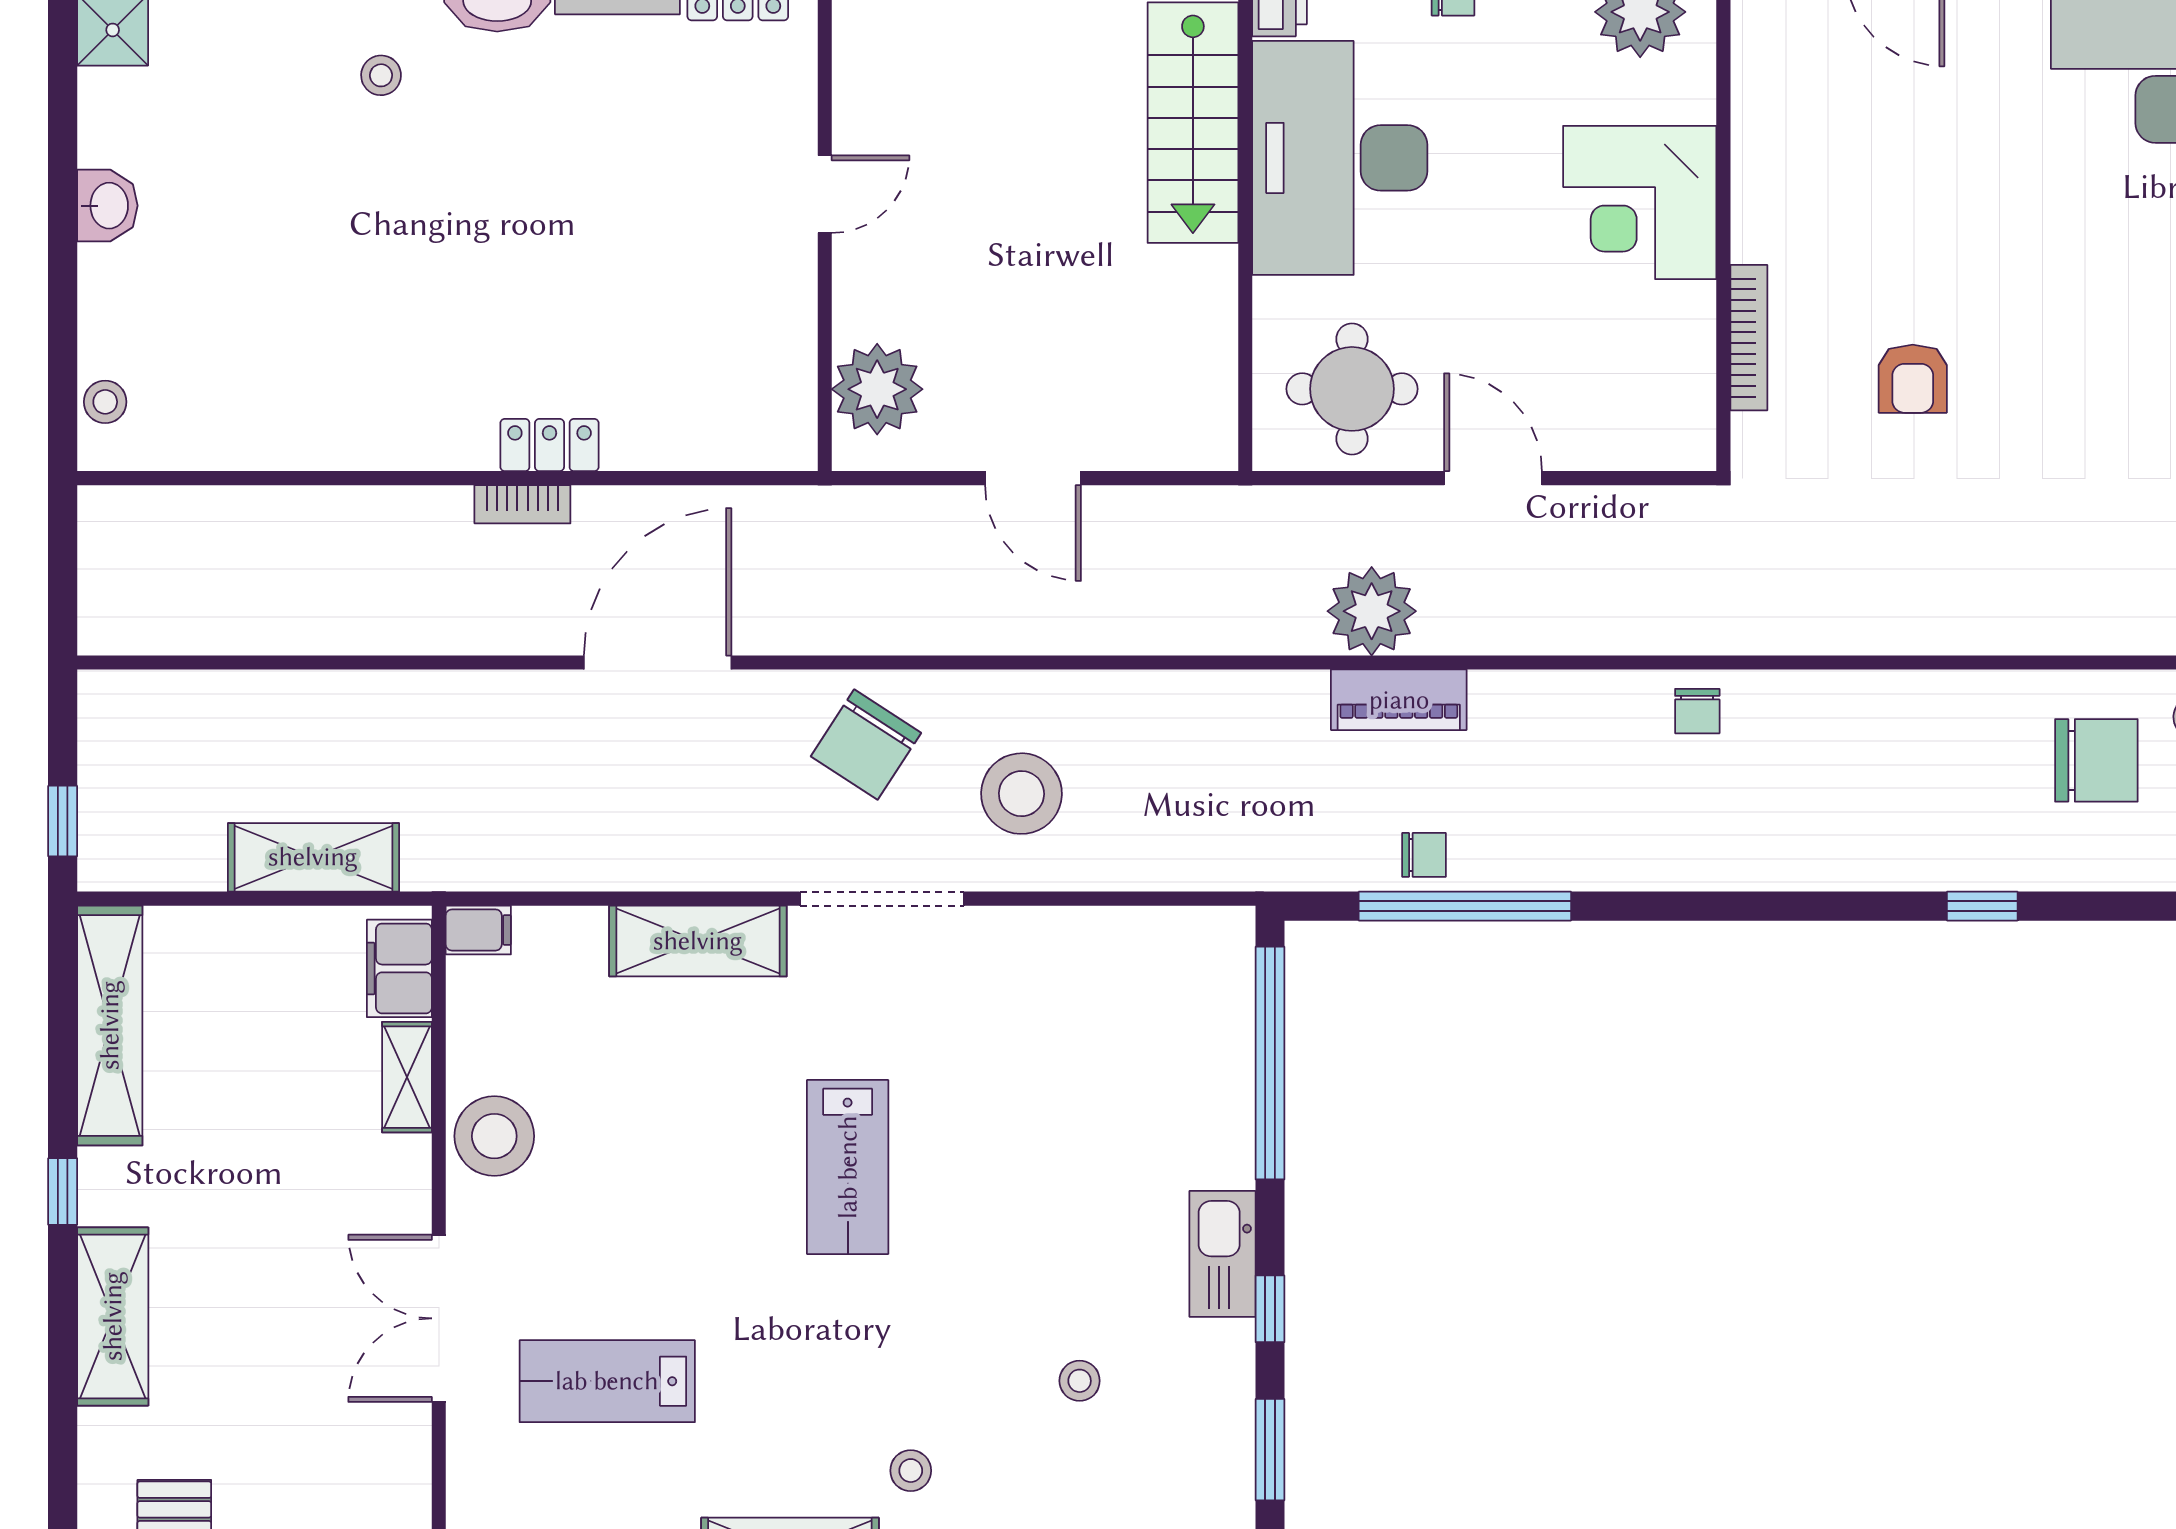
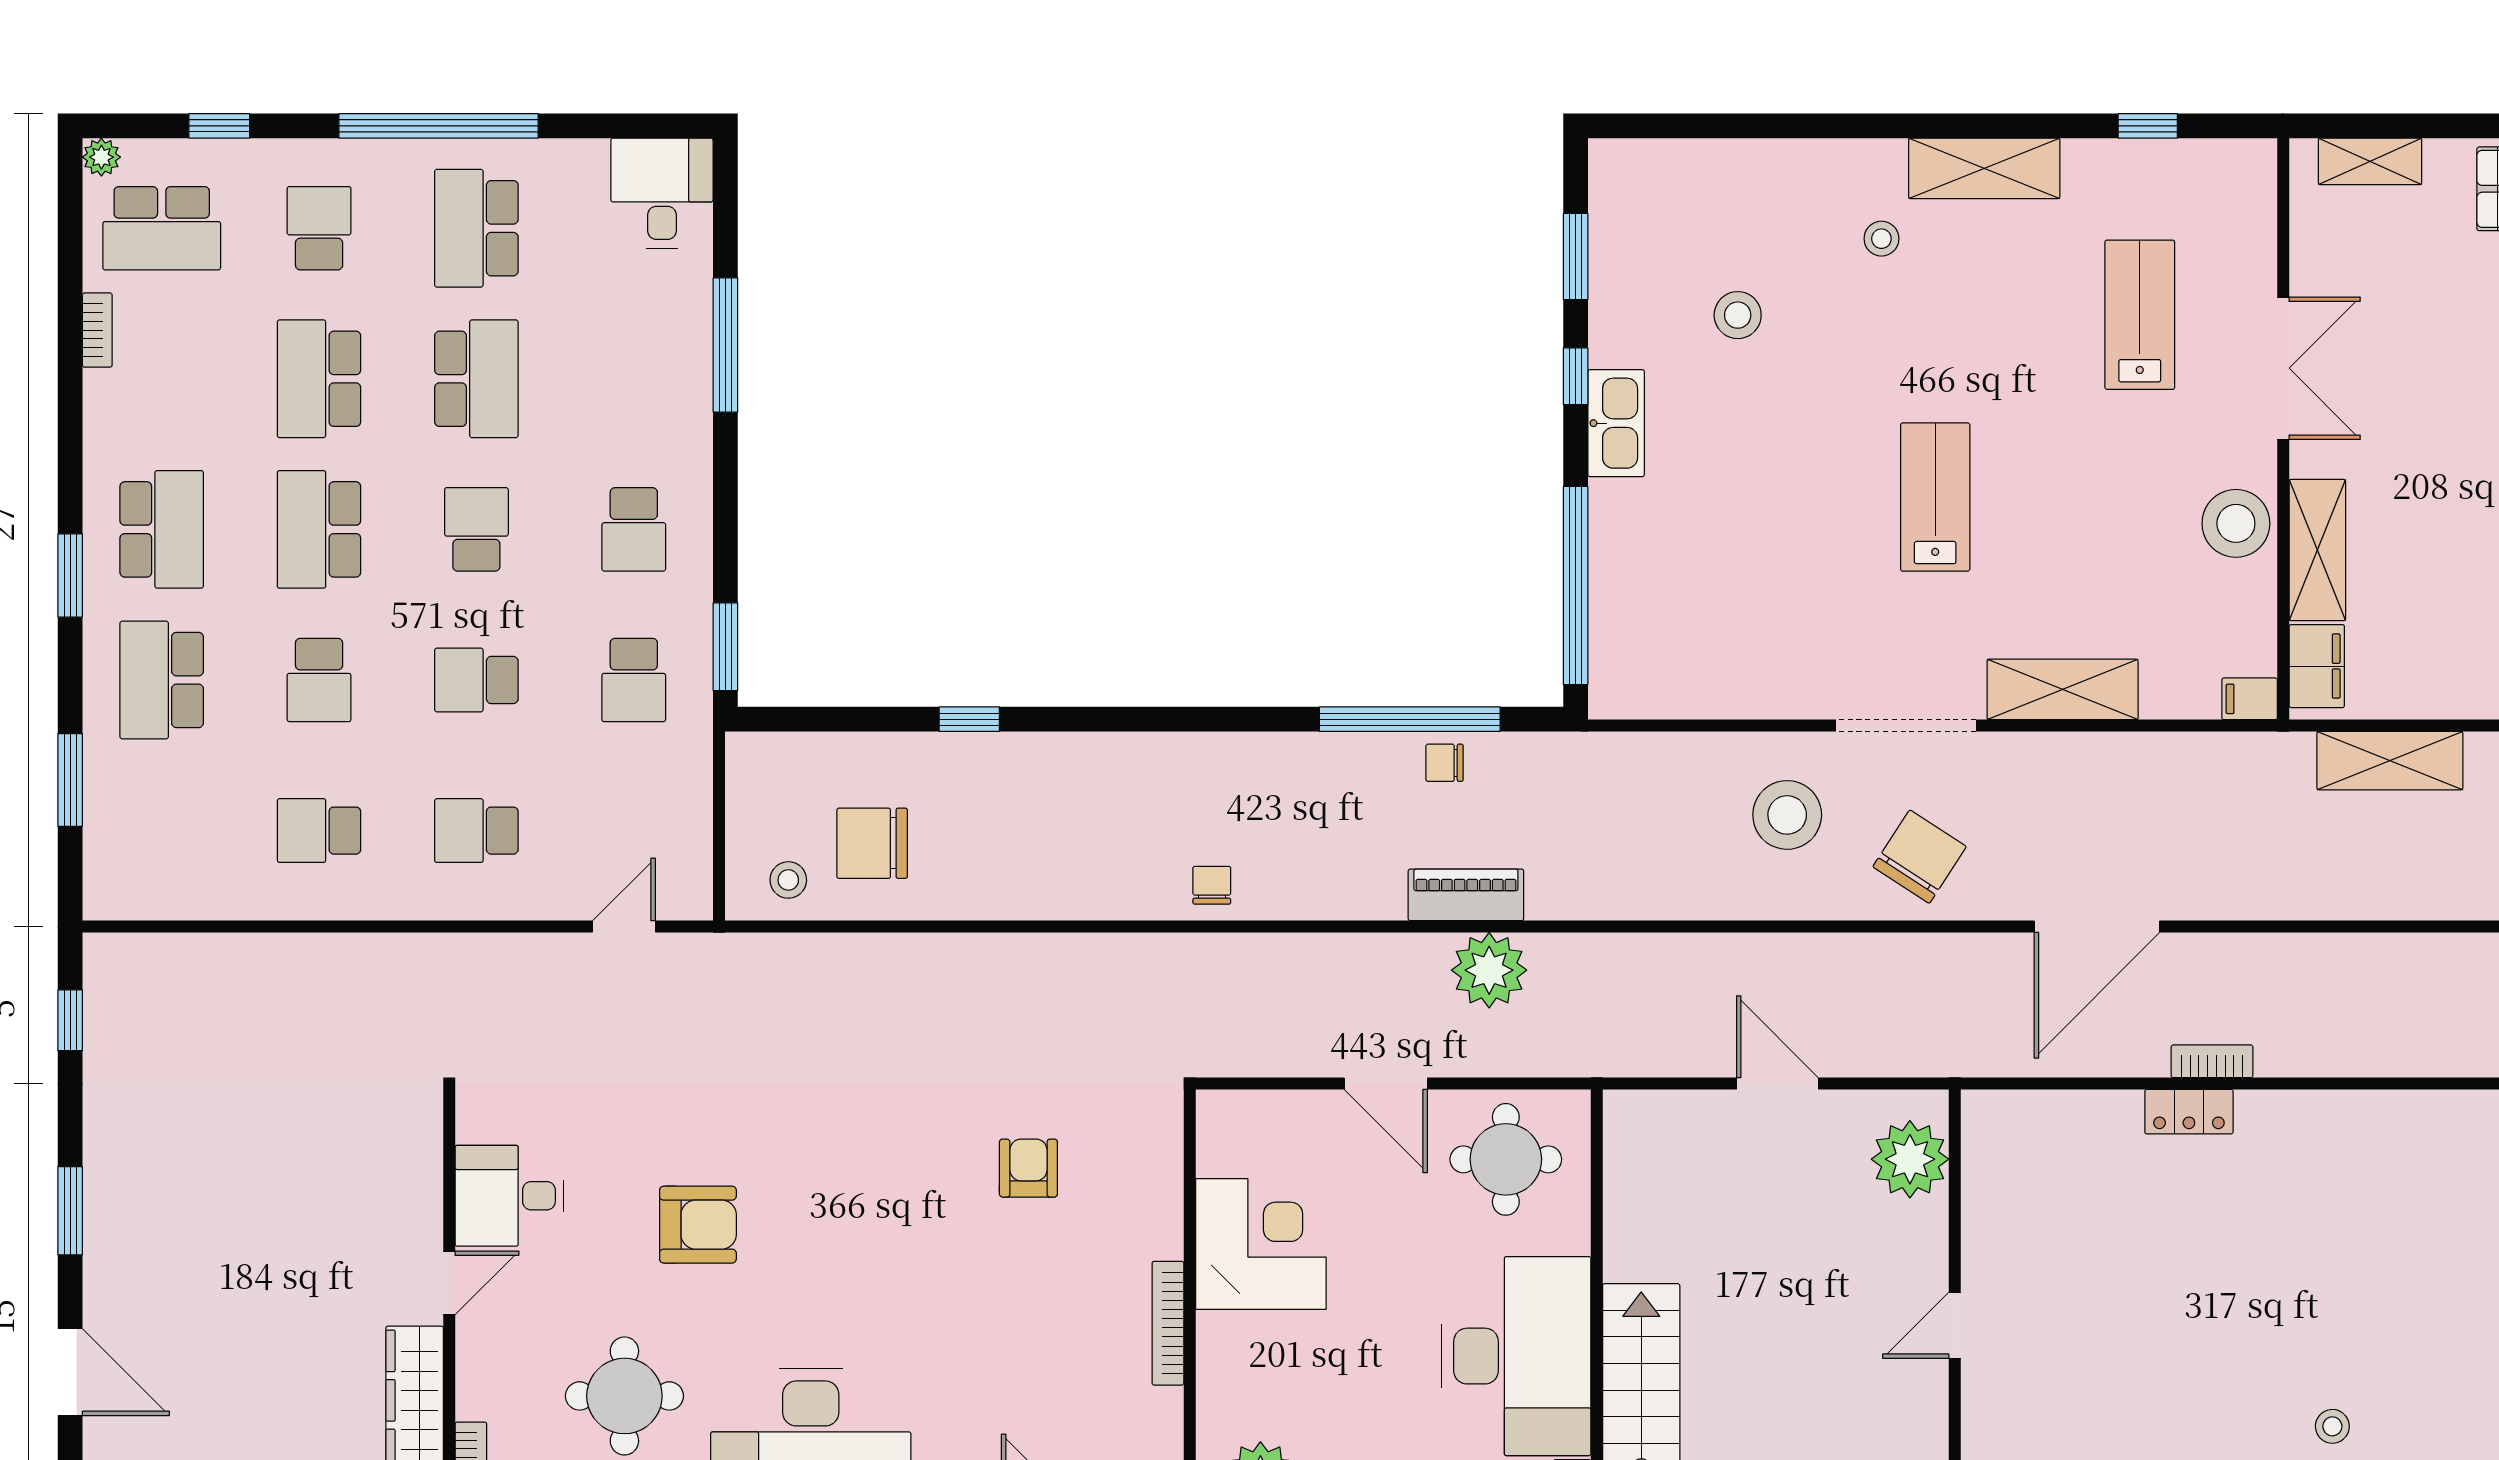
corner desk: (1640, 202) -> (1261, 1244), moved
bookcase: (1749, 338) -> (1168, 1323), moved
shelving: (407, 1077) -> (2317, 550), width x1.50, depth x1.33
lab bench: (607, 1381) -> (2140, 315), turned -90
stool: (1080, 1381) -> (1738, 315), width x1.37, depth x1.37

